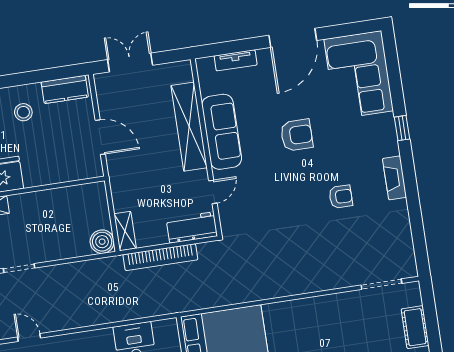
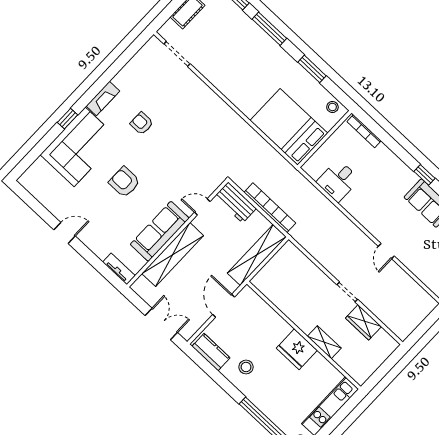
door: (293, 38) -> (65, 233), width x0.53
tv unit: (236, 60) -> (119, 269), moved
double door: (130, 62) -> (161, 324), swing flipped
corner sofa: (359, 75) -> (80, 147), moved
shelving: (125, 231) -> (257, 255), width x2.20, depth x1.33
boiler: (102, 242) -> (289, 253), removed

